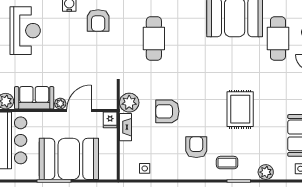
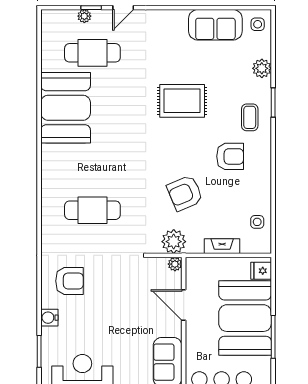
plant: (60, 104) -> (175, 264), moved
armchair: (167, 111) -> (185, 193), turned 67
fridge: (110, 120) -> (261, 271), moved, turned 180
fireplace: (126, 127) -> (222, 246), moved
armchair: (196, 147) -> (230, 156), turned 180

